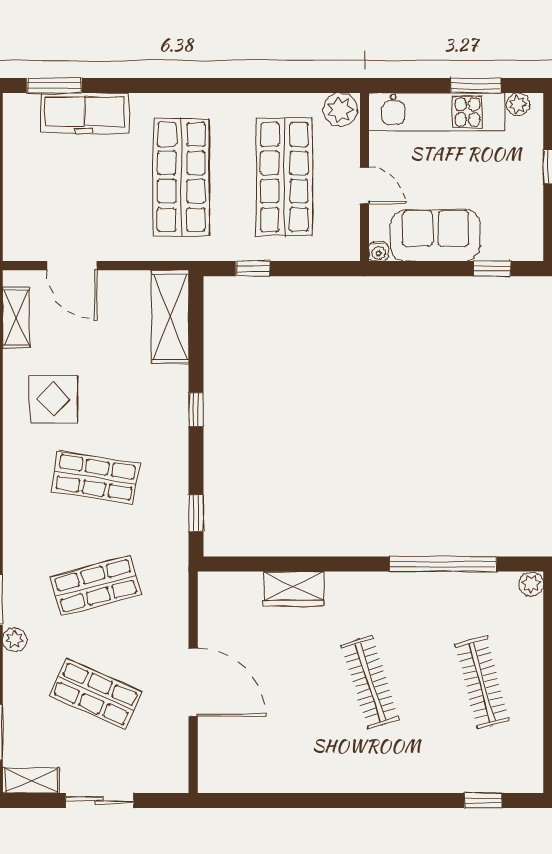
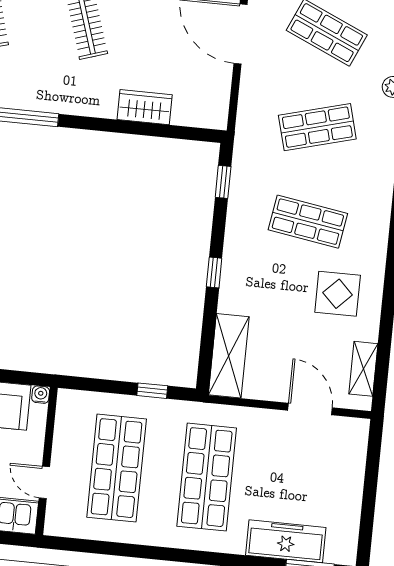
plant: (340, 110) -> (62, 522), removed
door: (365, 186) -> (44, 482), moved

